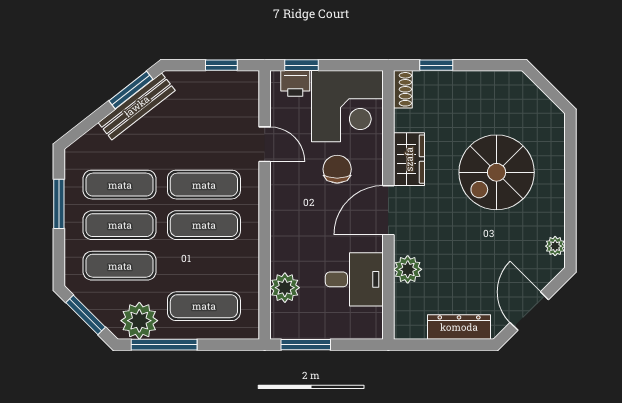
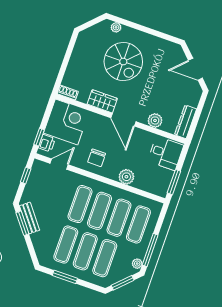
window: (436, 65) -> (62, 72), removed
bench: (137, 106) -> (30, 218), width x0.73
door: (265, 144) -> (59, 164), moved
chair: (337, 169) -> (97, 158), moved, turned -90
plant: (555, 246) -> (116, 27), moved
exercise mat: (204, 266) -> (119, 218), added
desk: (354, 279) -> (166, 153), moved, turned 90
plant: (285, 288) -> (126, 177), moved
plant: (139, 321) -> (137, 264), width x0.53, depth x0.53
dresser: (459, 327) -> (186, 122), moved

